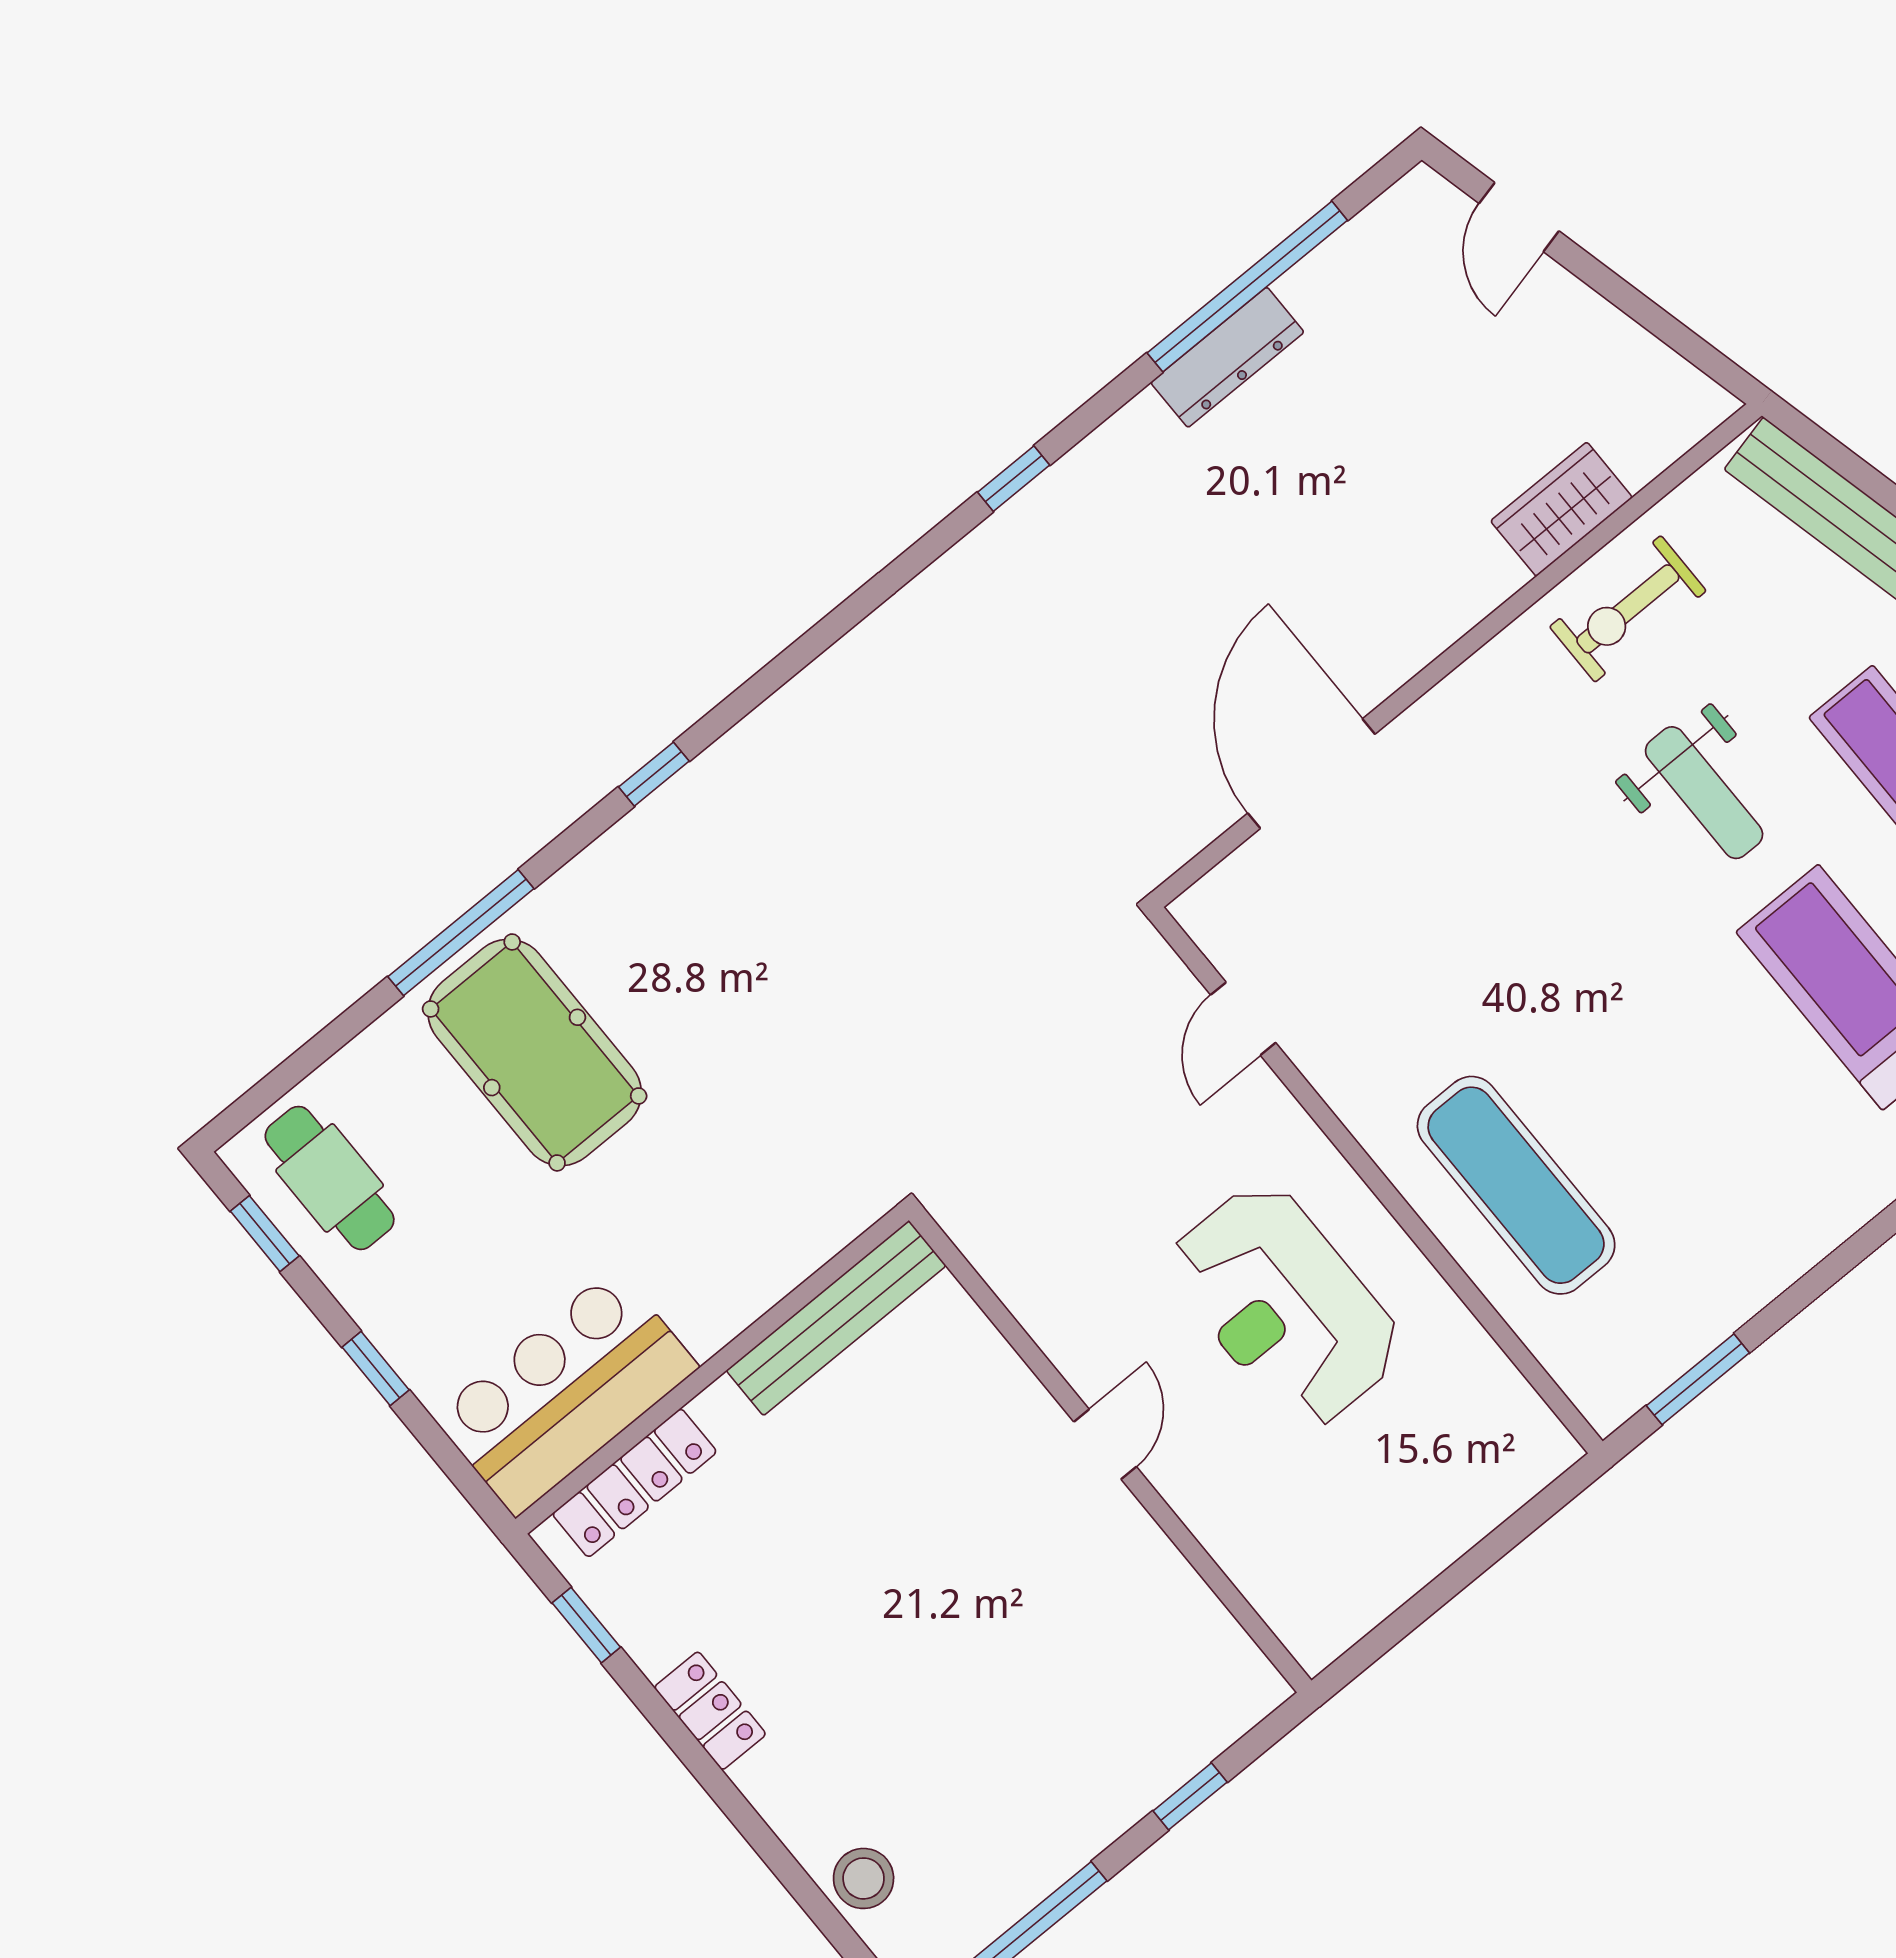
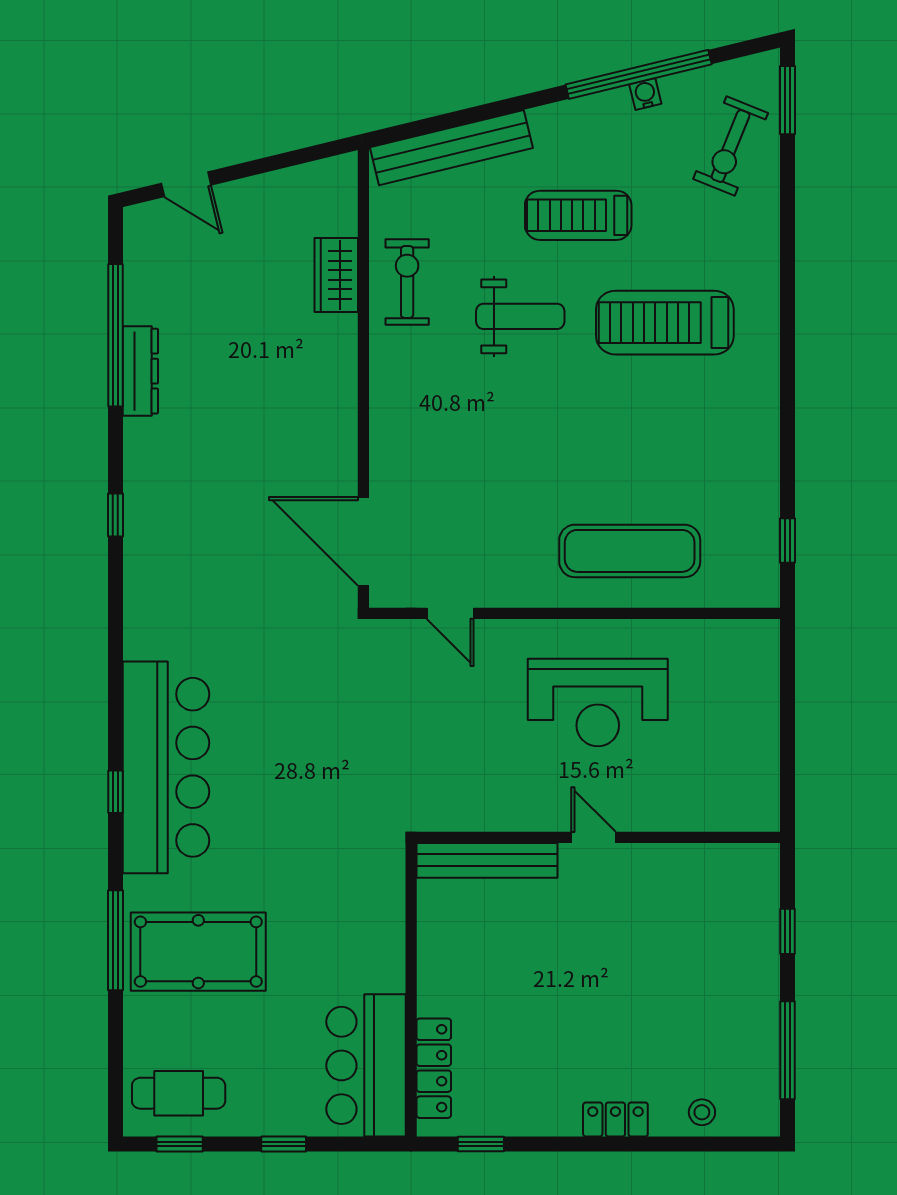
exercise bike: (1628, 609) -> (407, 282), turned 180
door: (1311, 774) -> (363, 541), moved
bar counter: (740, 814) -> (166, 767), added
bench: (836, 1318) -> (487, 860), moved, turned 90
window: (1698, 1379) -> (787, 541), width x0.67
locker: (710, 1711) -> (615, 1119), moved
stool: (864, 1878) -> (702, 1112), width x0.73, depth x0.73

